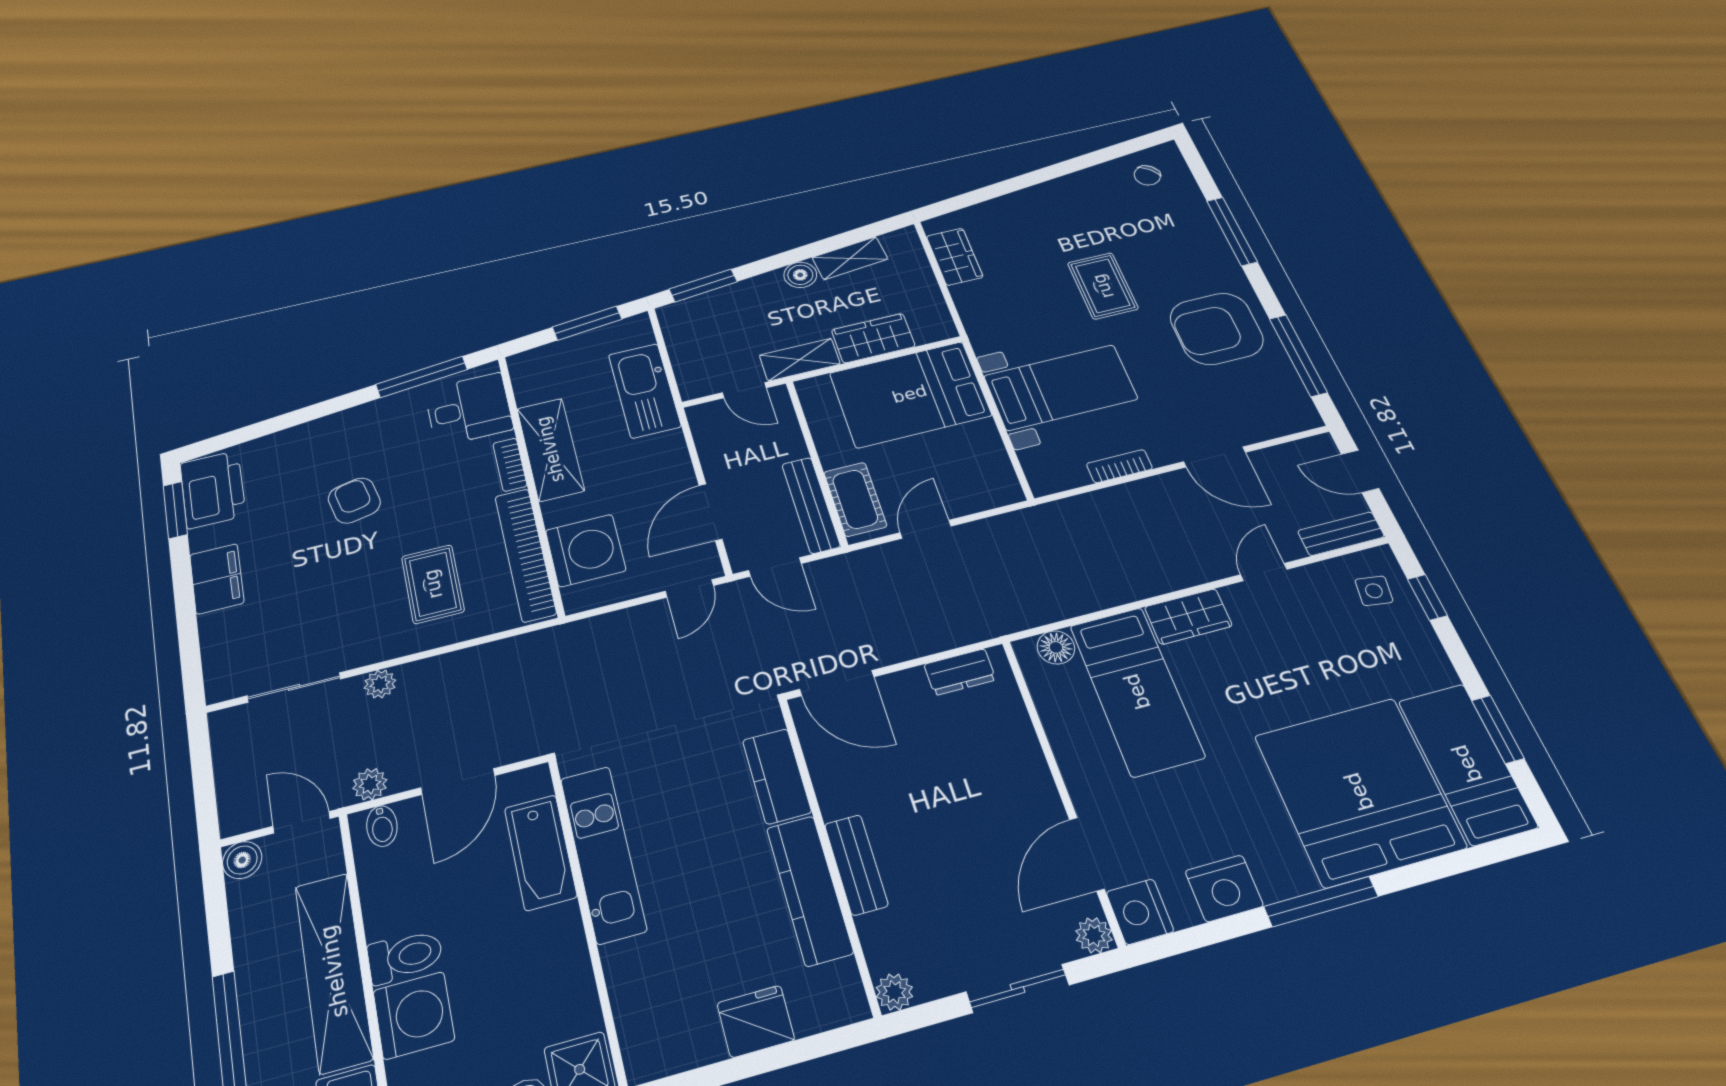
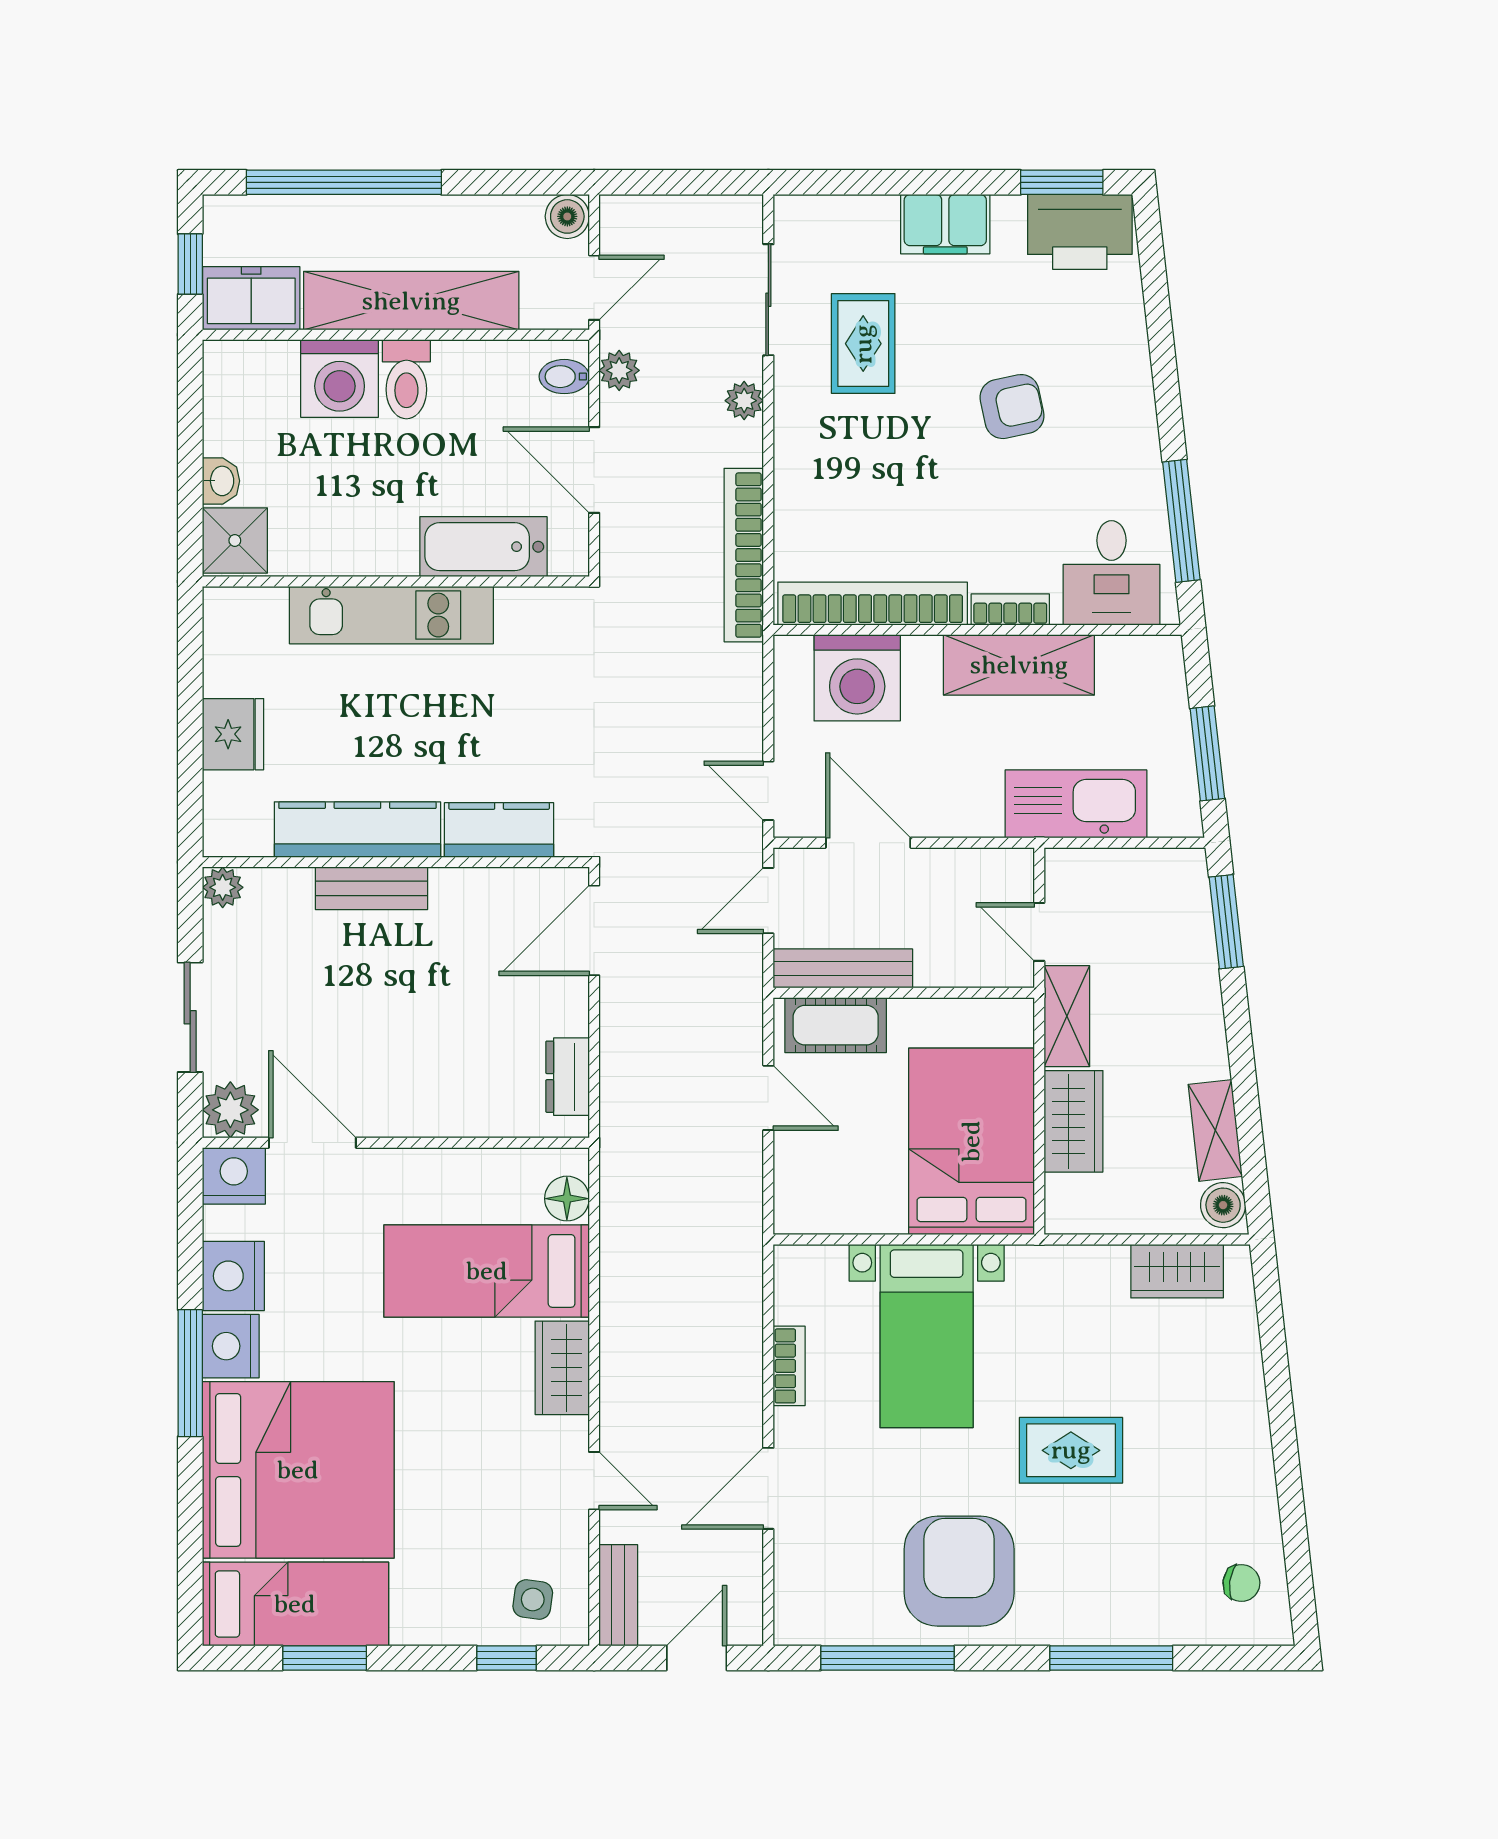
chair: (1147, 175) -> (1241, 1583), turned 145
boiler: (800, 275) -> (1223, 1205), moved
door: (744, 390) -> (1039, 932), hinge flipped
rug: (433, 584) -> (863, 344), moved, turned 90
bookcase: (506, 653) -> (744, 555), added
kitchen unit: (603, 854) -> (391, 615), moved
nightstand: (1283, 874) -> (231, 1346), added
plant: (1094, 935) -> (230, 1110), width x1.38, depth x1.38

